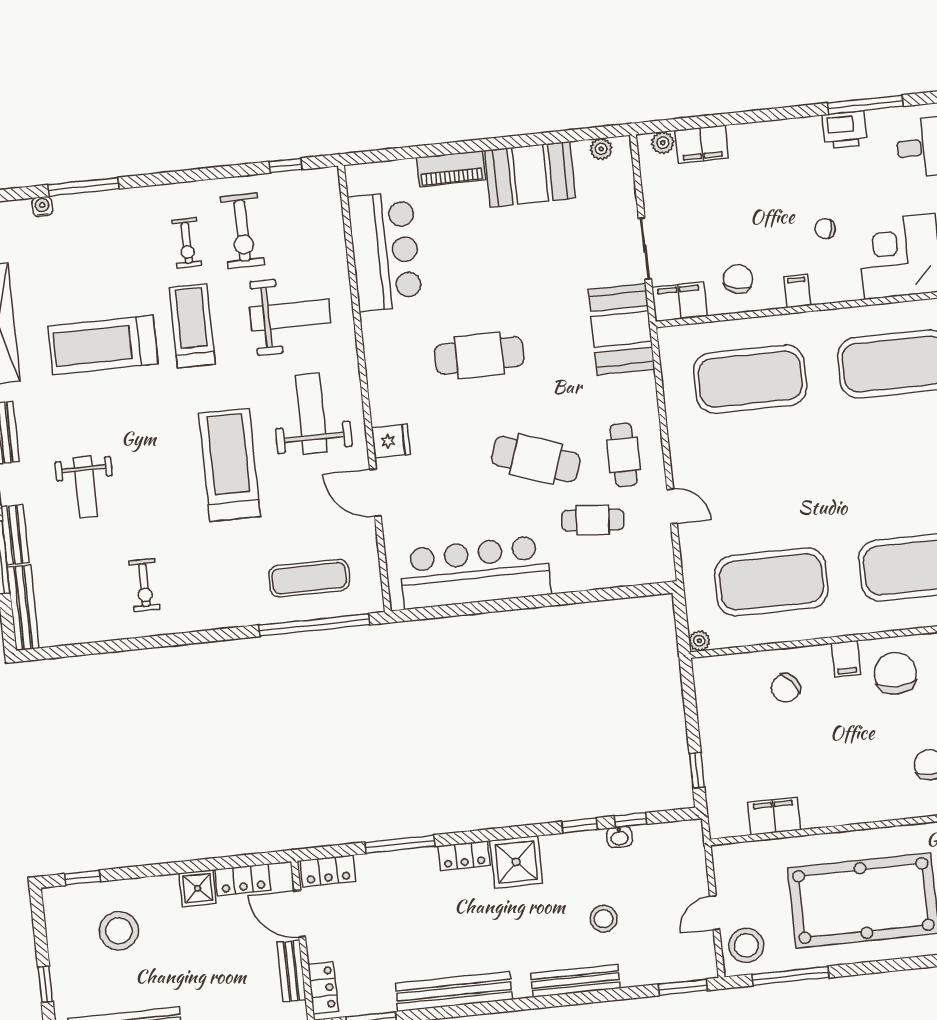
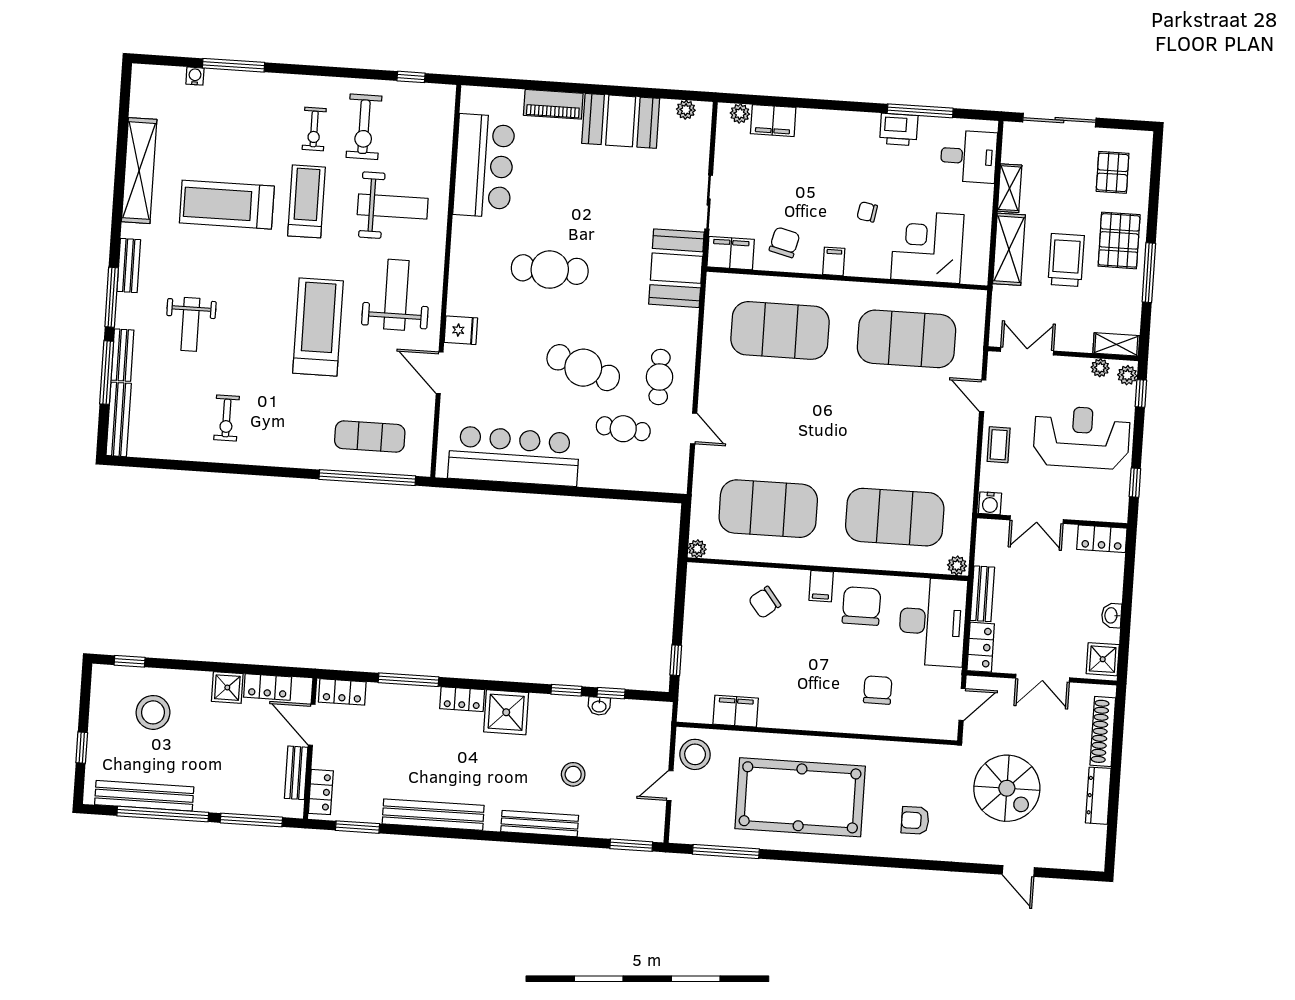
stool: (746, 945) -> (695, 754), moved

